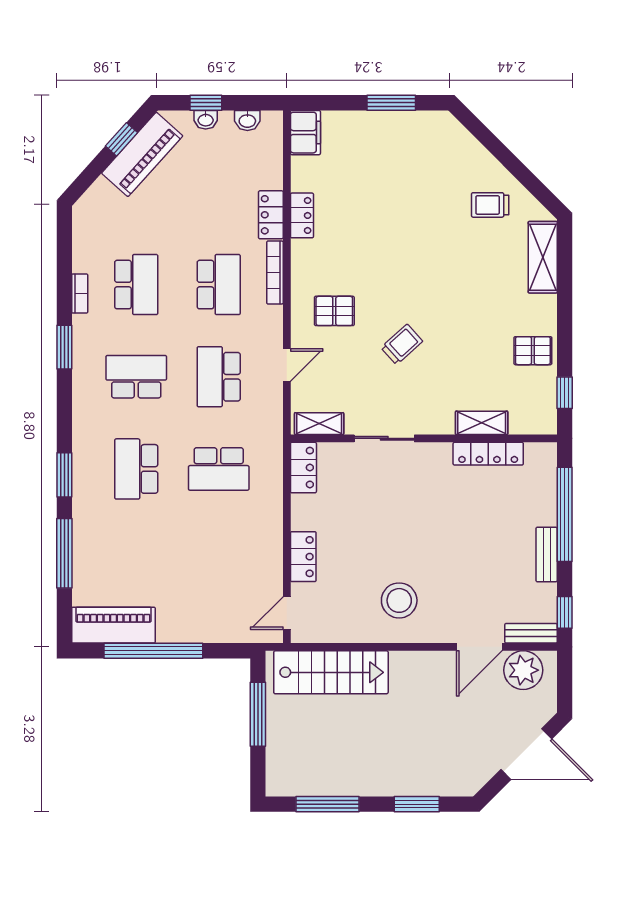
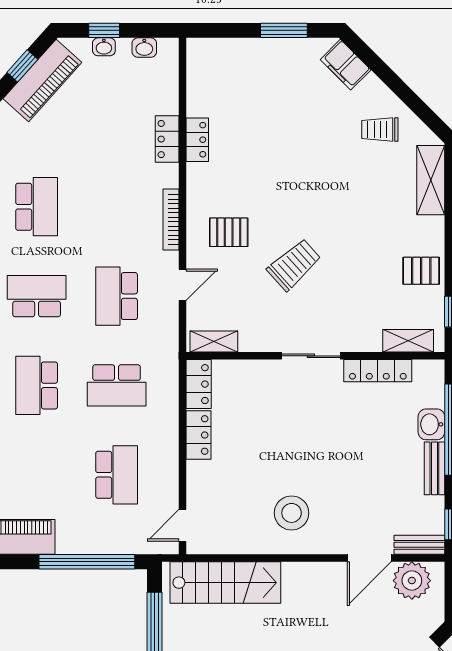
filing cabinet: (305, 133) -> (346, 65), moved, turned 135
bookcase: (275, 273) -> (171, 219), moved
school desk: (219, 285) -> (117, 475), moved
trolley: (402, 344) -> (294, 265), width x1.36, depth x1.39
shelving: (482, 423) -> (408, 341), moved
sliding door: (384, 438) -> (311, 356), moved
washbasin: (543, 509) -> (431, 424), added
locker: (303, 557) -> (199, 435), moved
window: (153, 651) -> (87, 562), moved

